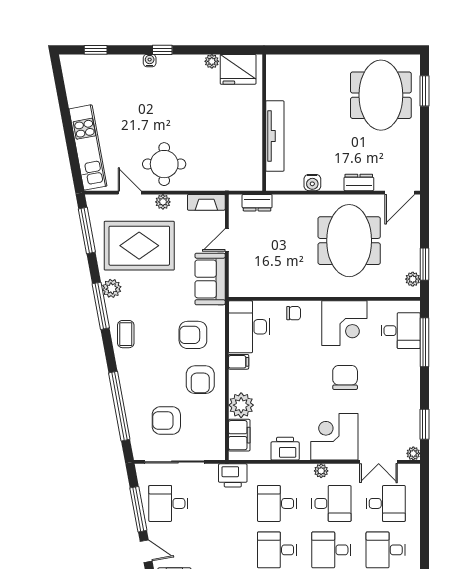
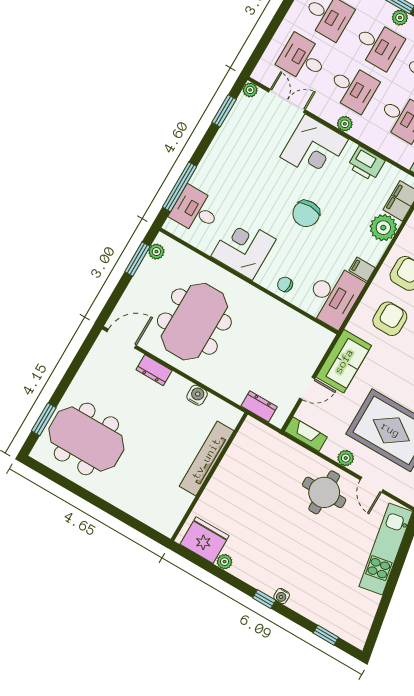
meeting table: (381, 95) -> (86, 439), turned 90
armchair: (193, 335) -> (390, 319), turned -90
chair: (345, 377) -> (306, 214), moved
desk: (331, 503) -> (353, 88), turned 180

